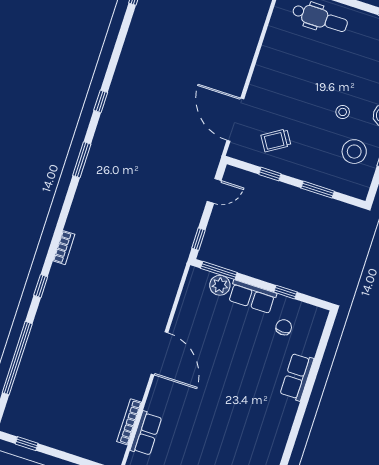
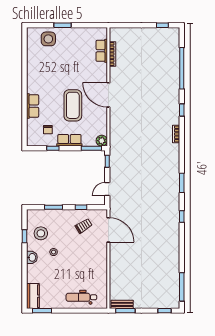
plant: (220, 285) -> (102, 141), moved
coffee table: (227, 355) -> (73, 105), added

